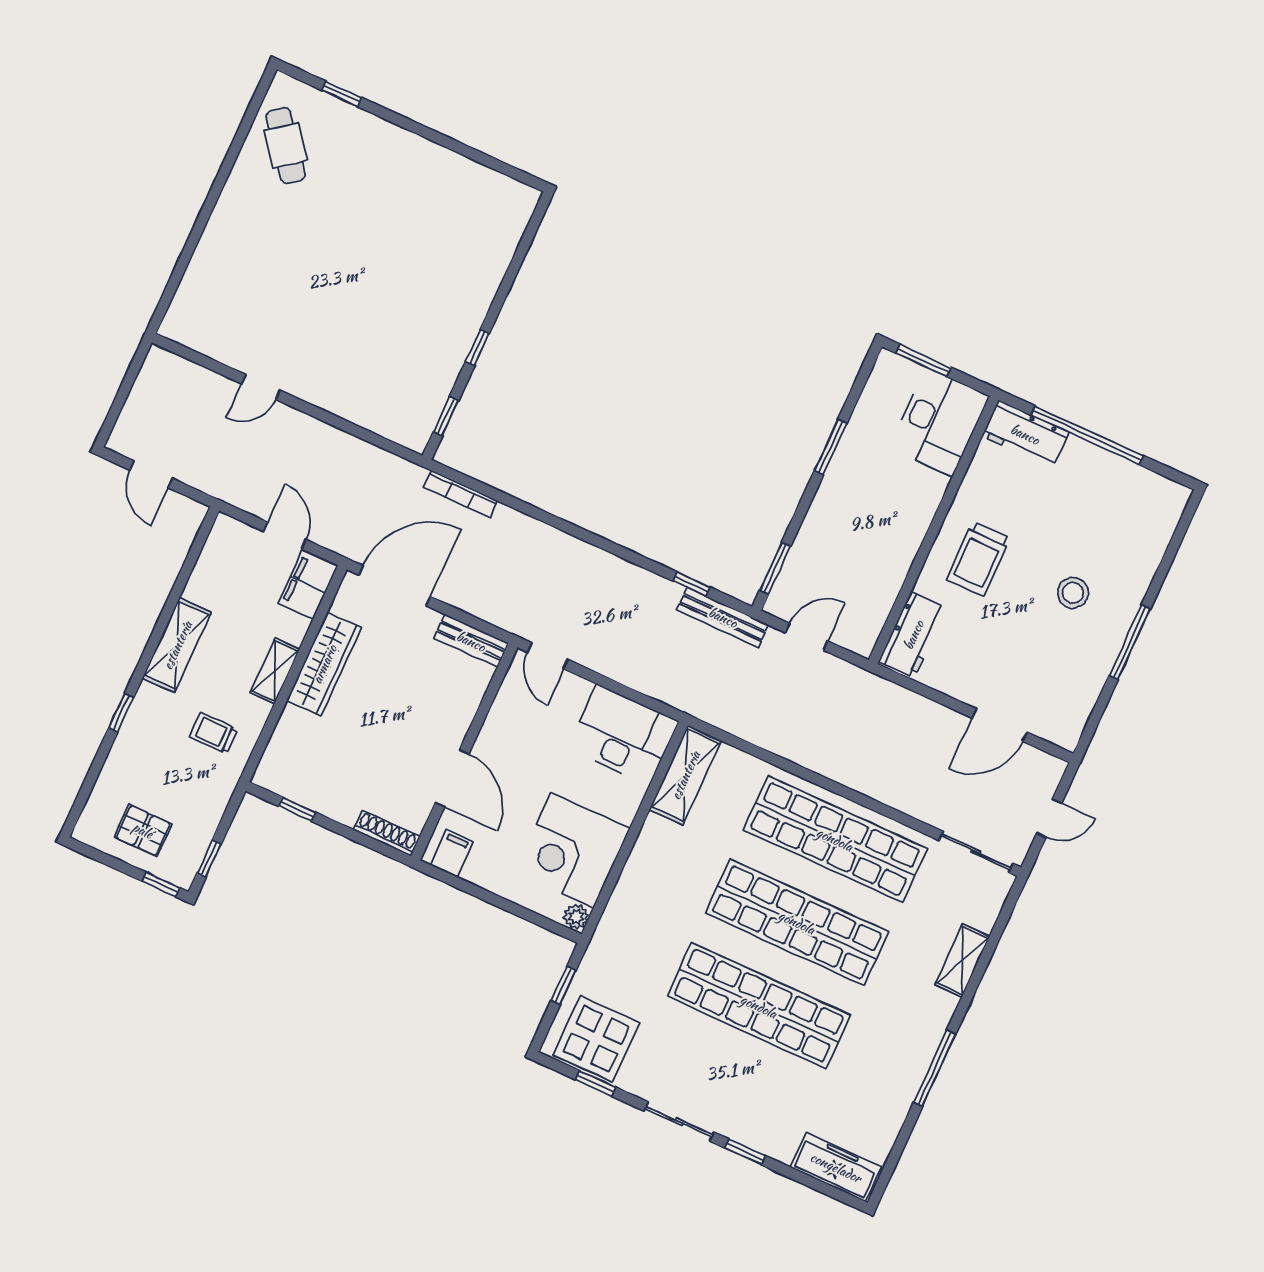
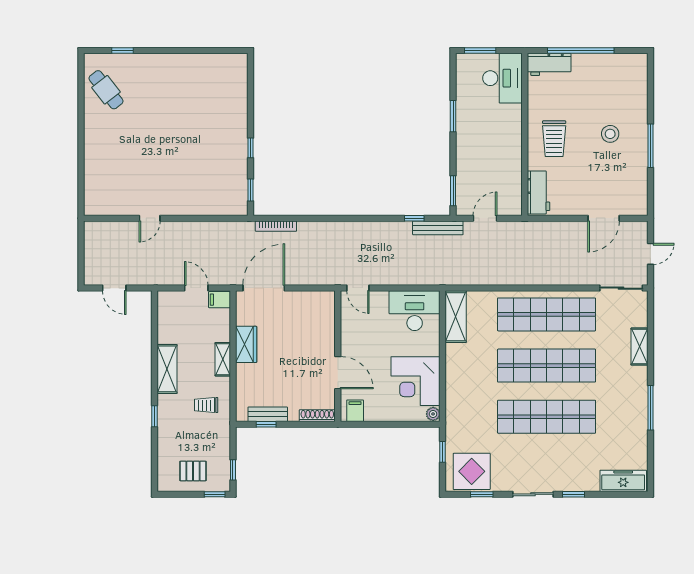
filing cabinet: (308, 585) -> (219, 300), width x0.50
bench: (471, 641) -> (268, 414), moved
wardrobe: (324, 664) -> (246, 344), width x0.67

